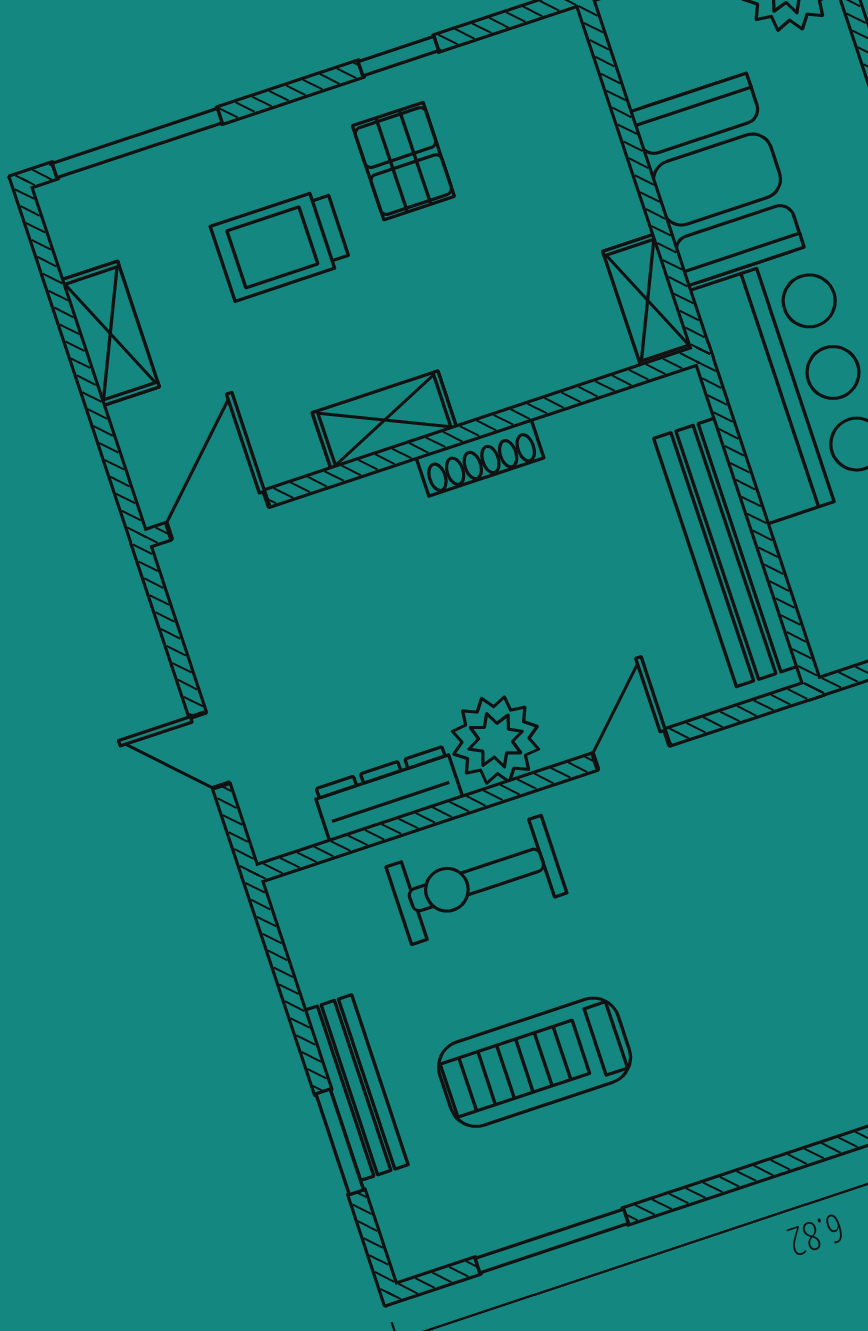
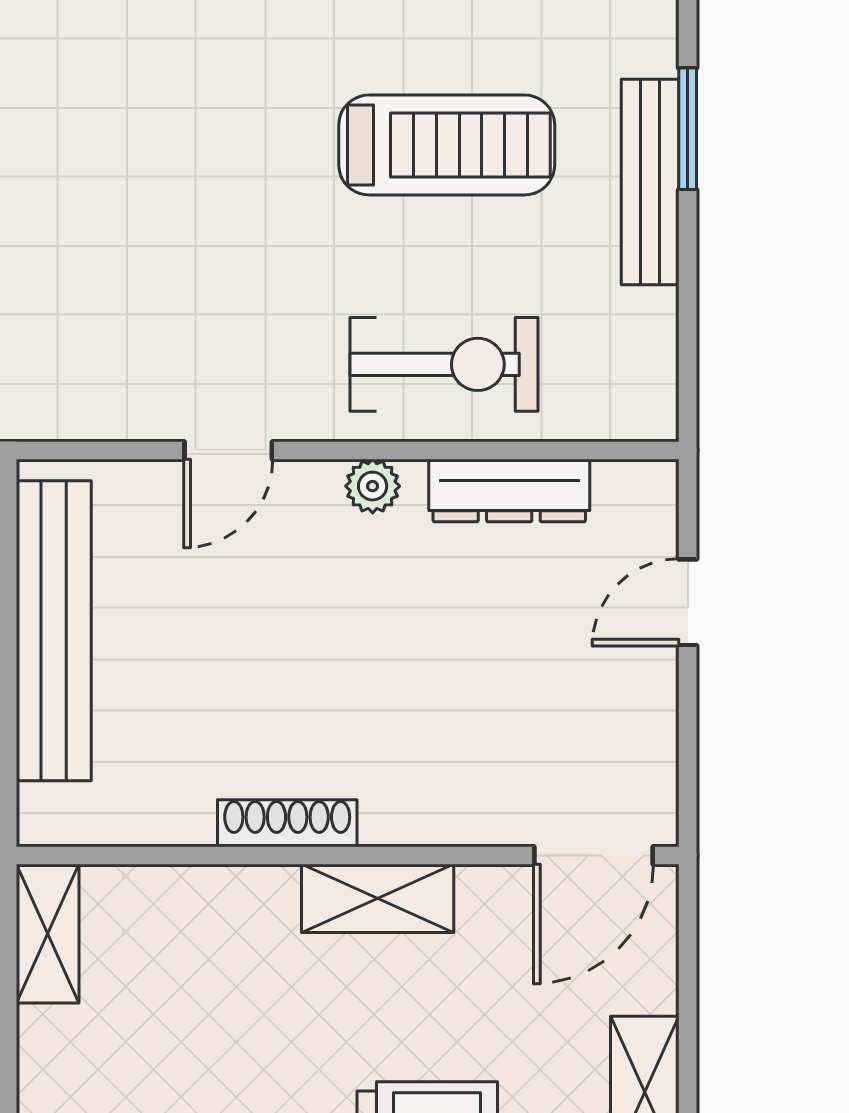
plant: (496, 740) -> (373, 486), width x0.53, depth x0.53
door: (209, 750) -> (688, 602), swing flipped

